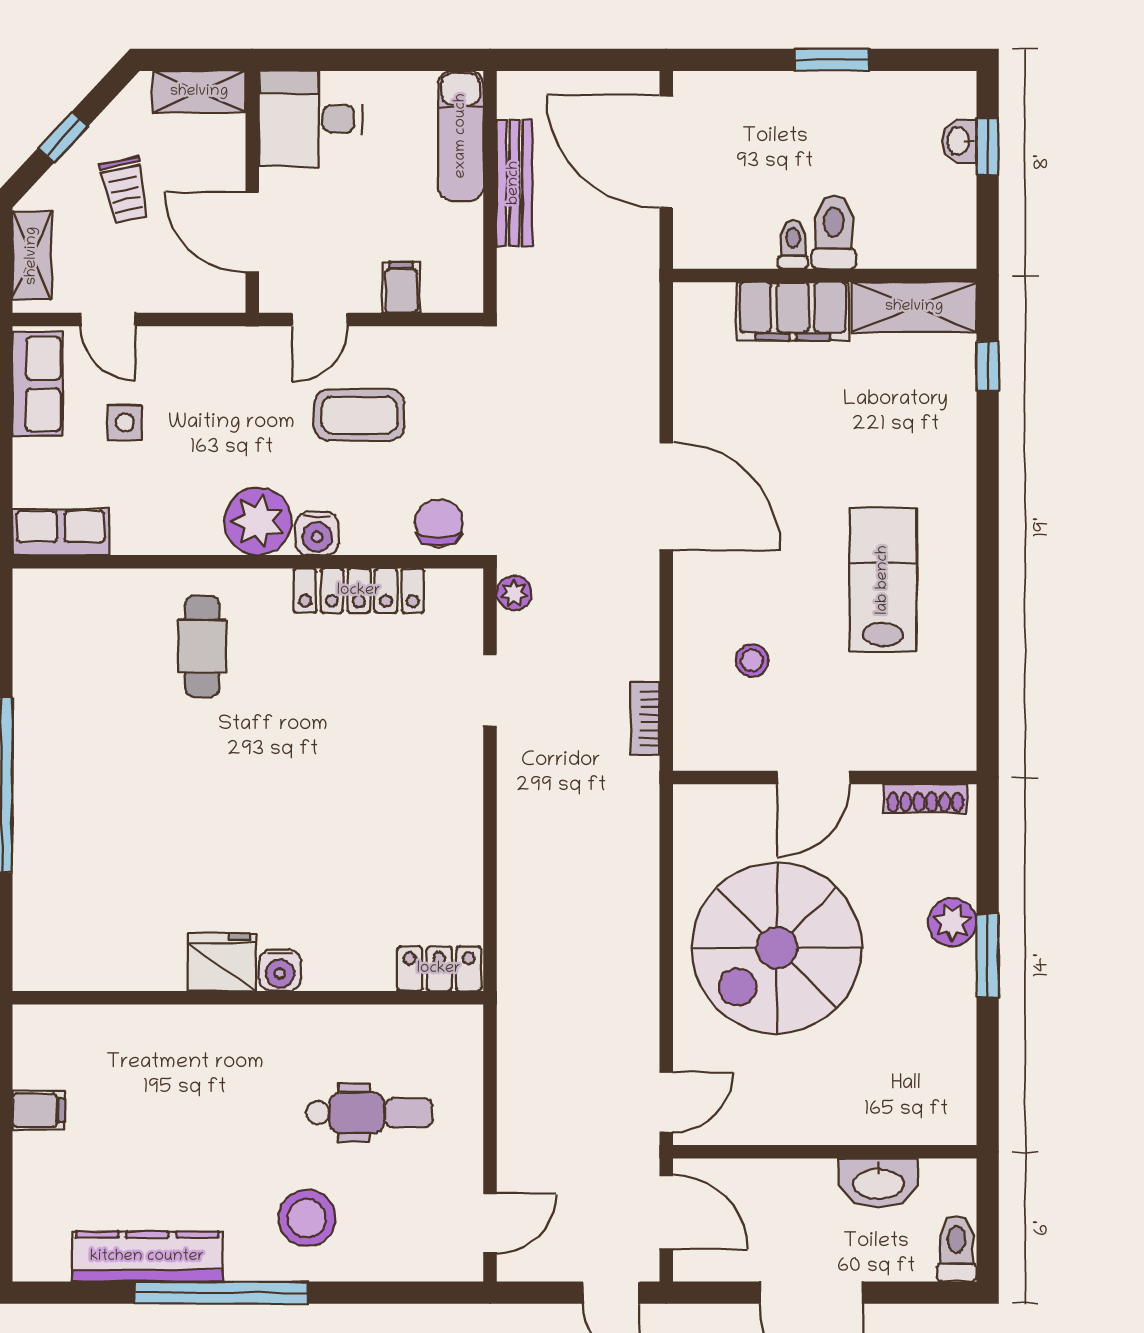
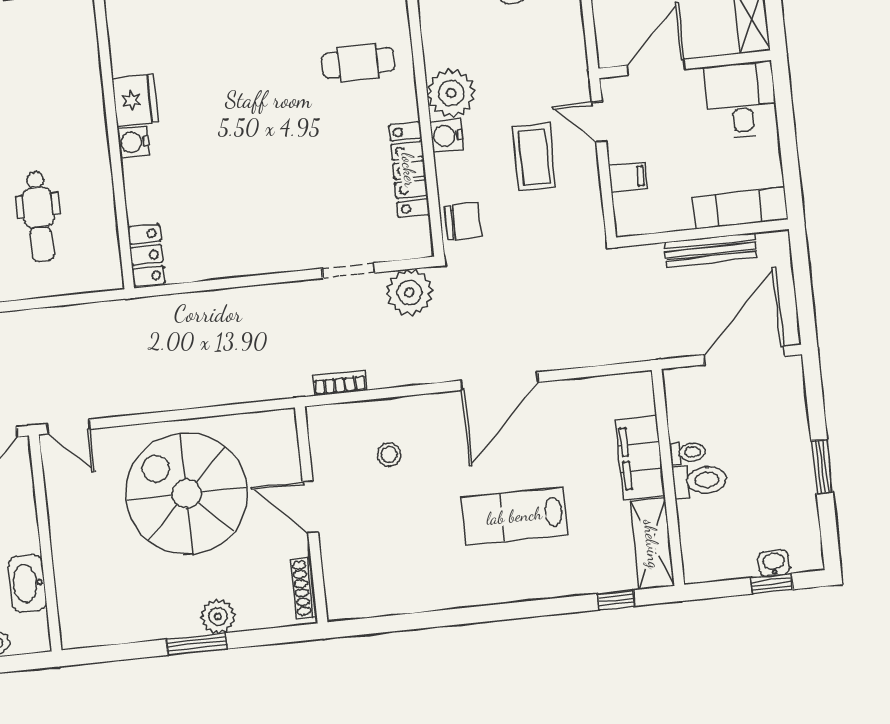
lab bench: (883, 580) -> (514, 516), moved, turned 180
plant: (514, 593) -> (409, 292), width x1.87, depth x1.87

